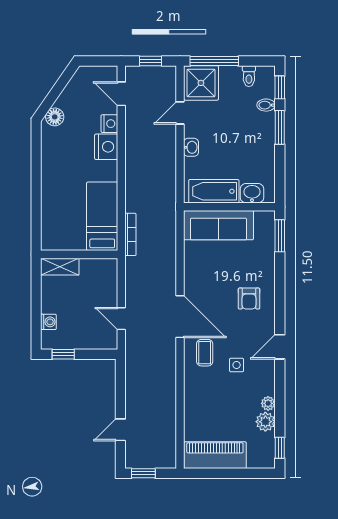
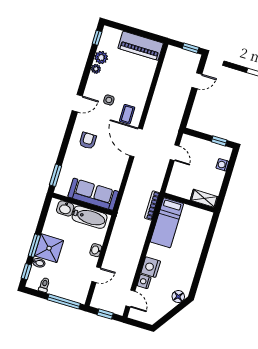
shower: (201, 83) -> (49, 248), moved

